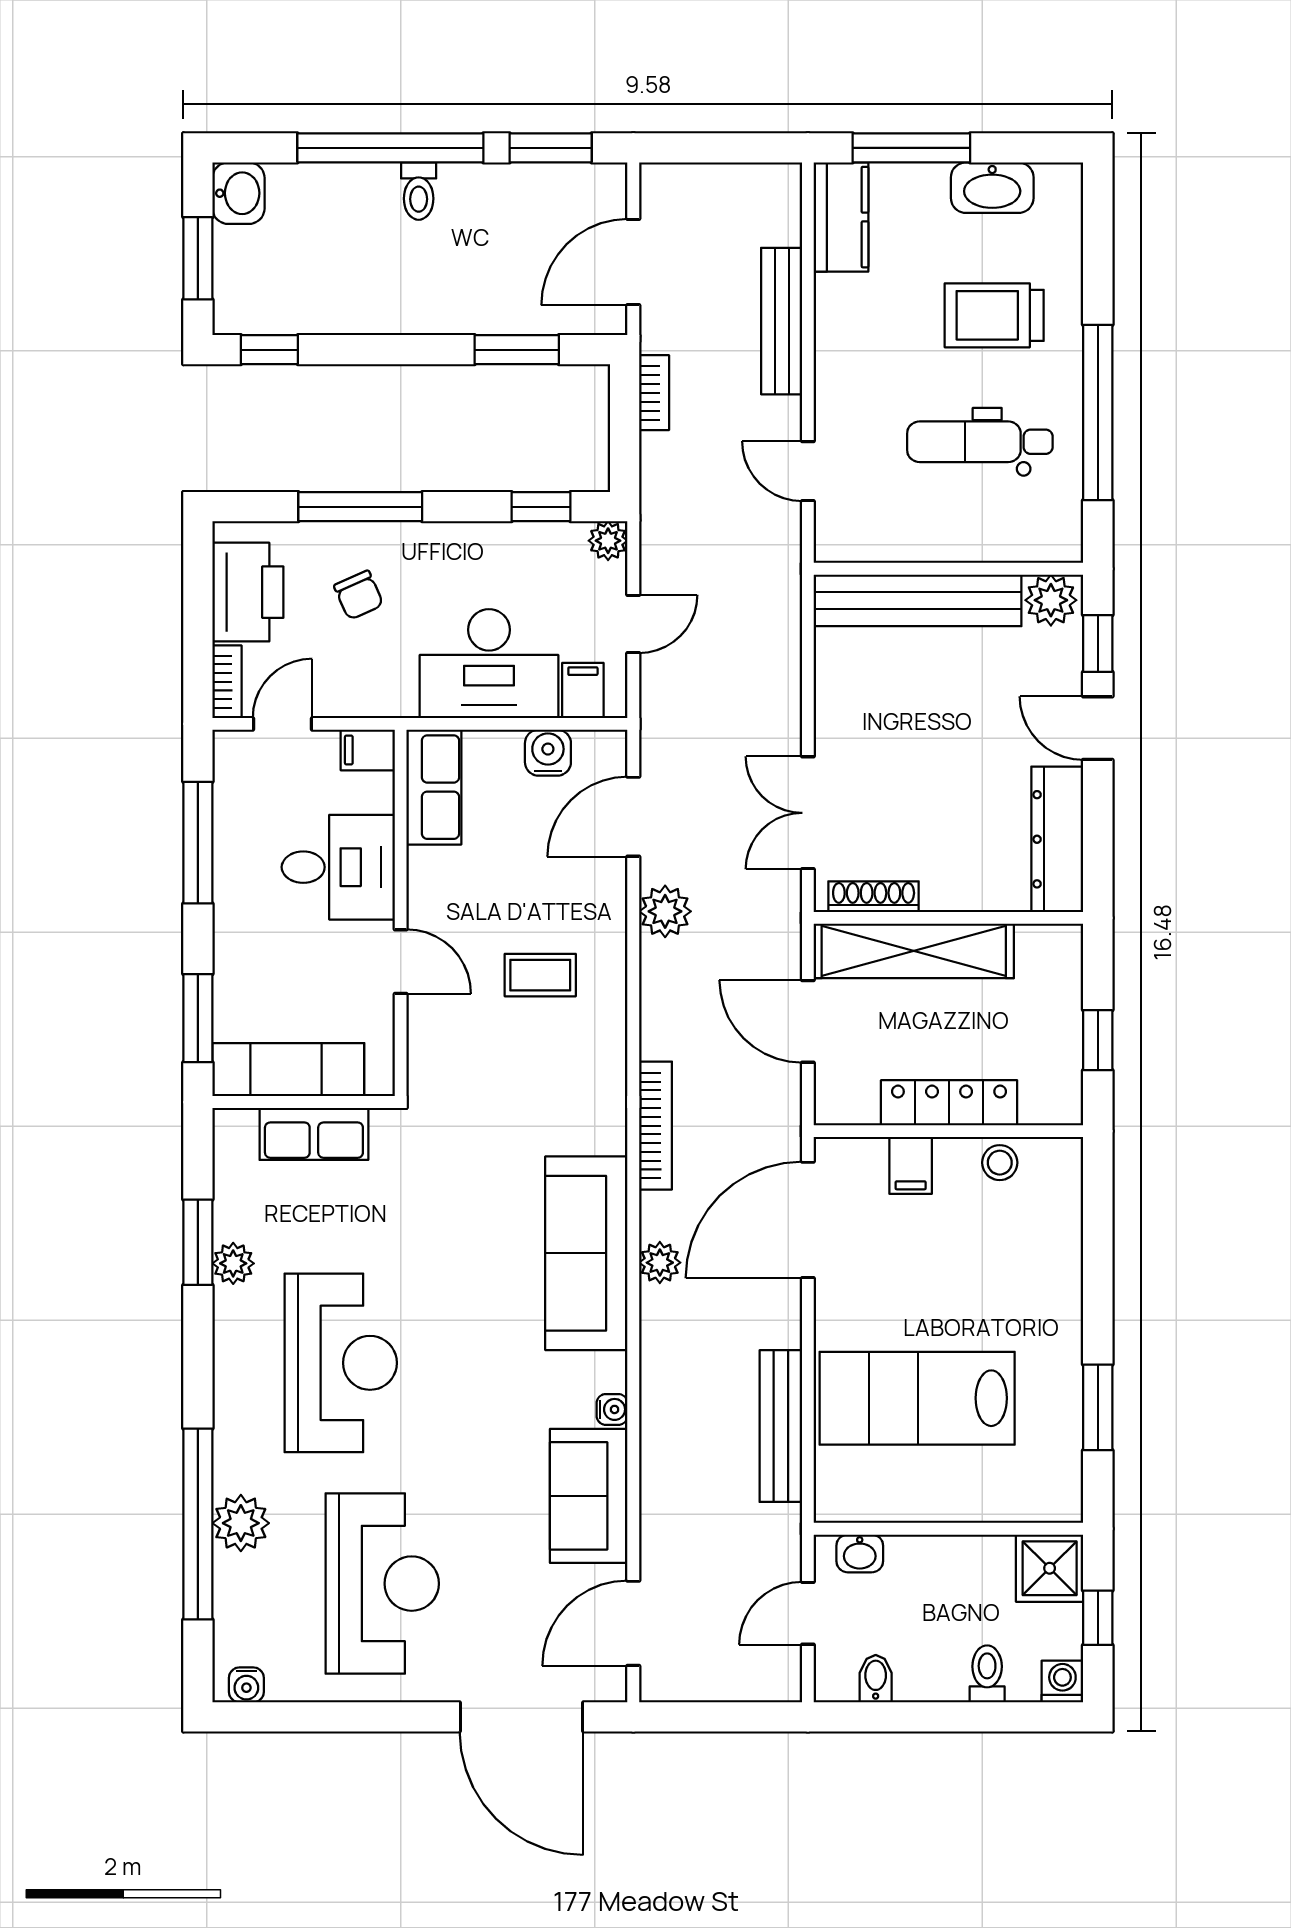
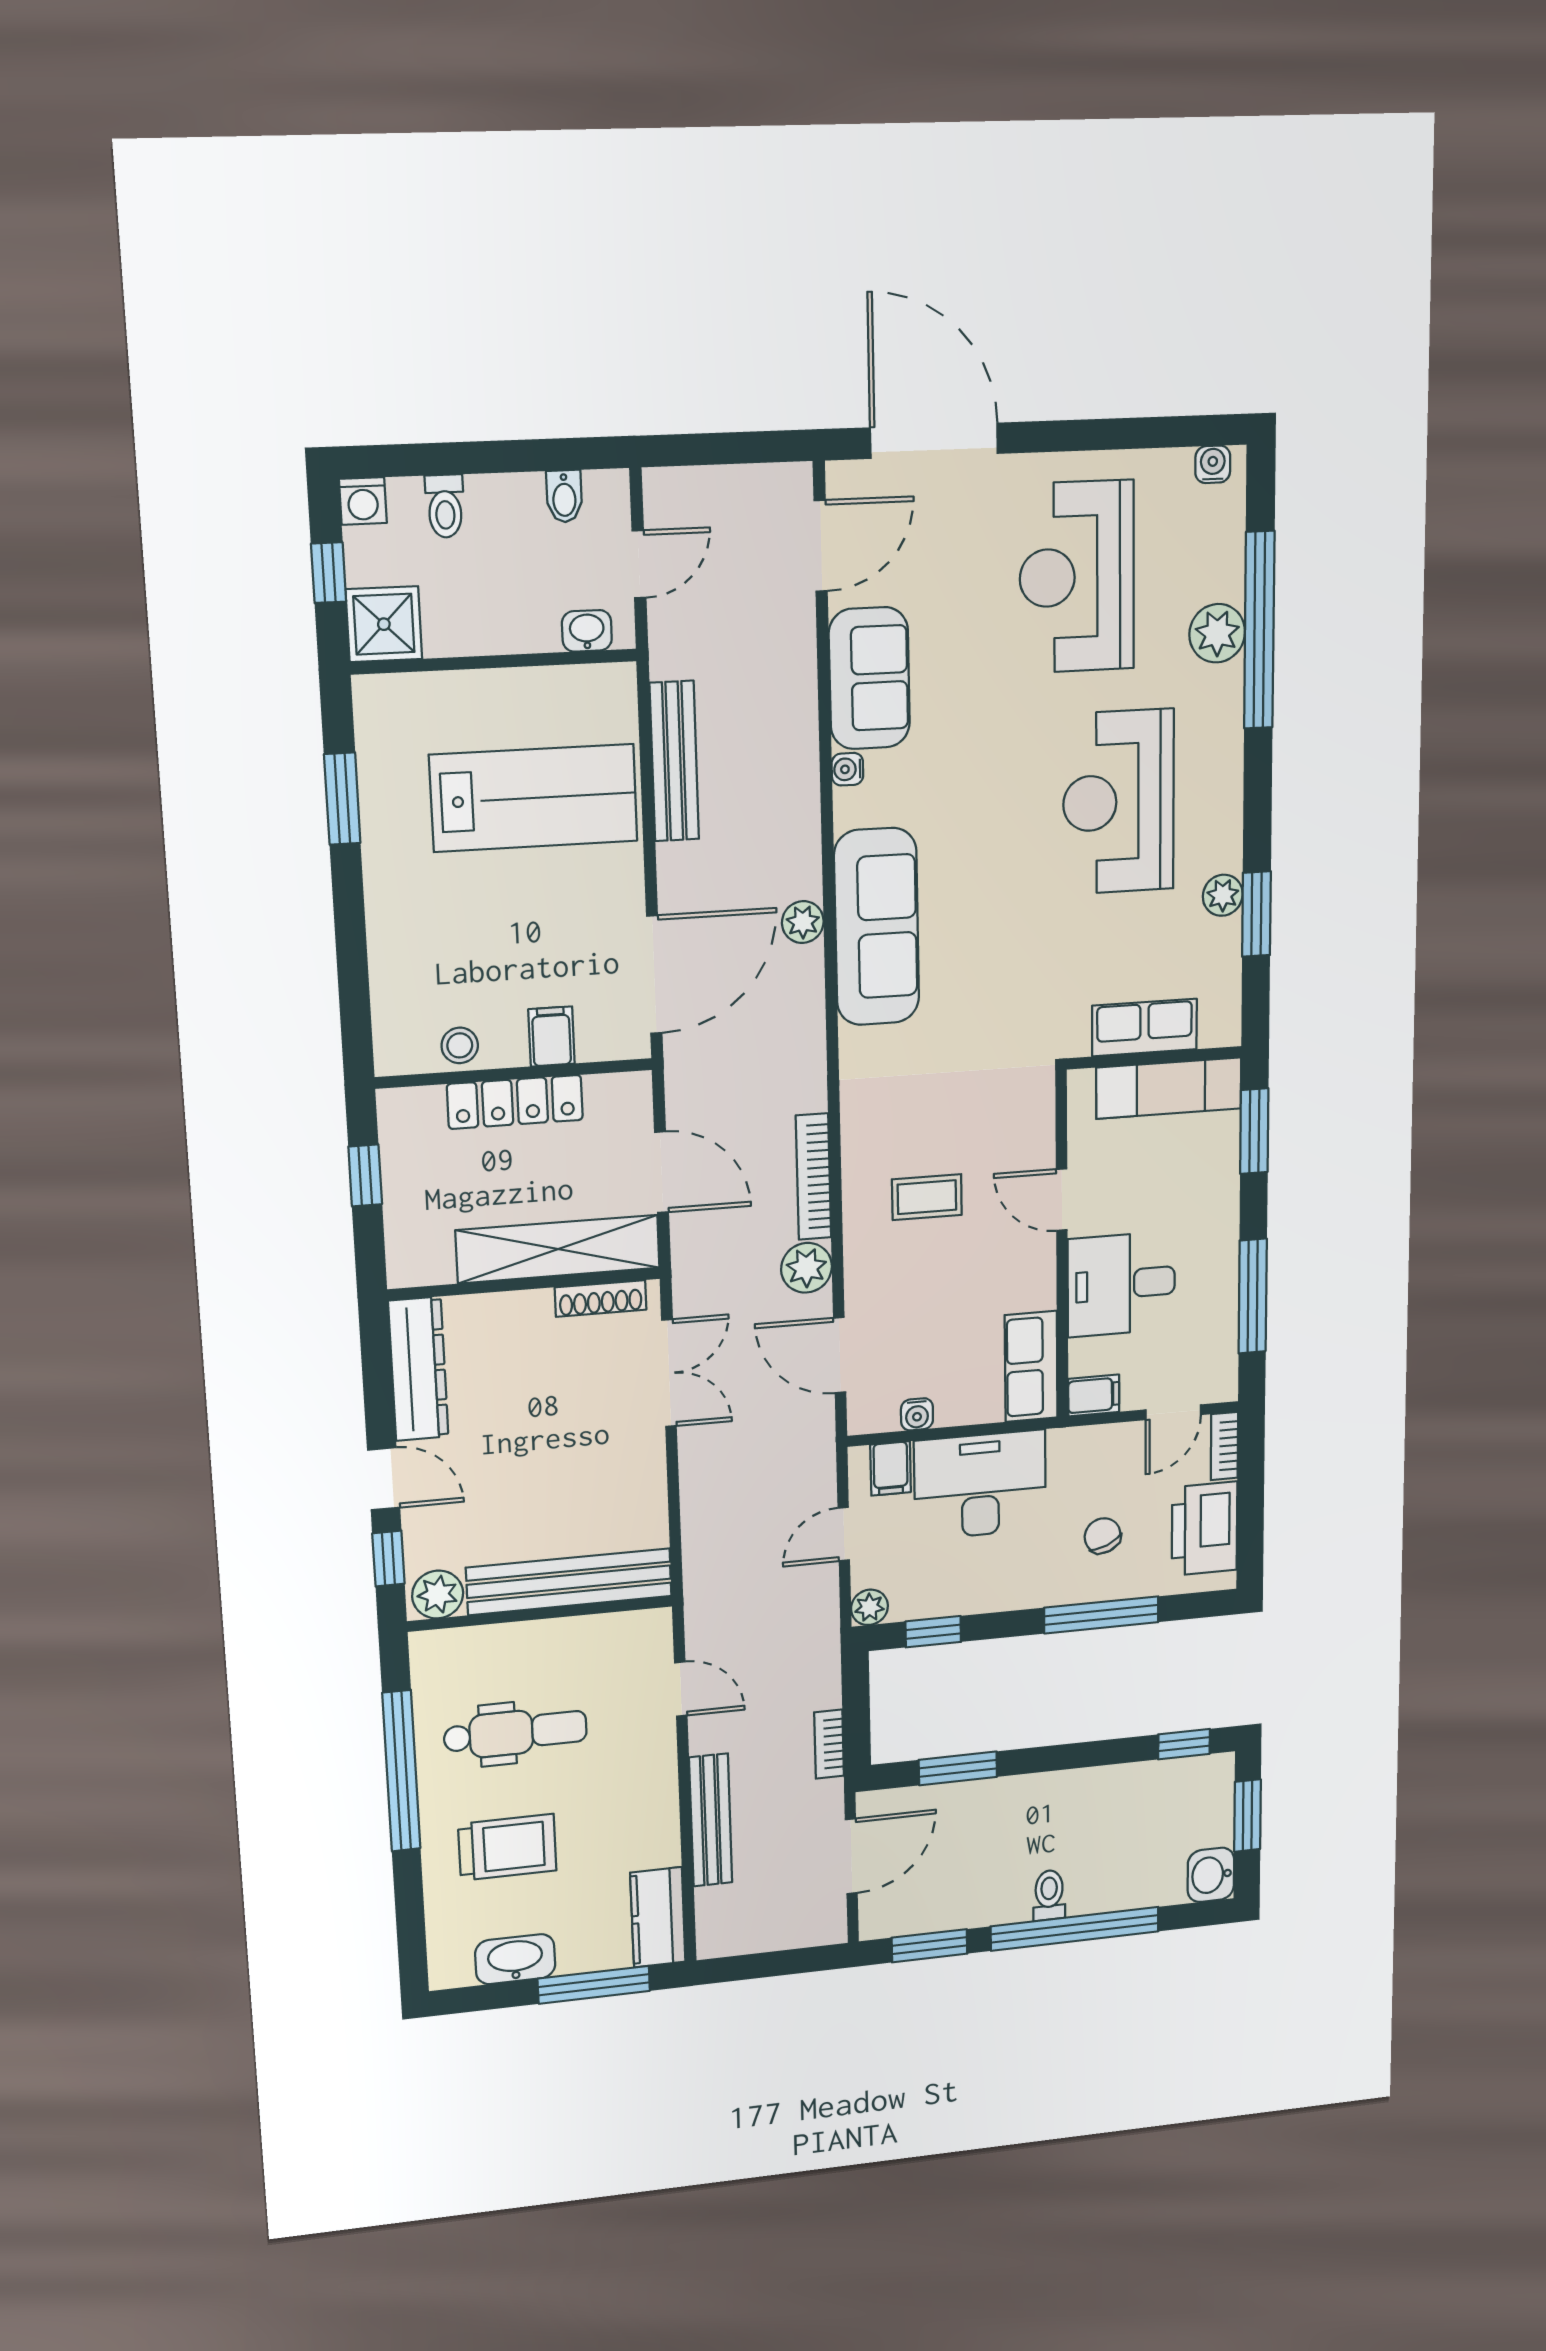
water cooler: (548, 753) -> (917, 1414), width x0.72, depth x0.72
door: (633, 817) -> (840, 1355), swing flipped
bookcase: (656, 1126) -> (813, 1177), moved

